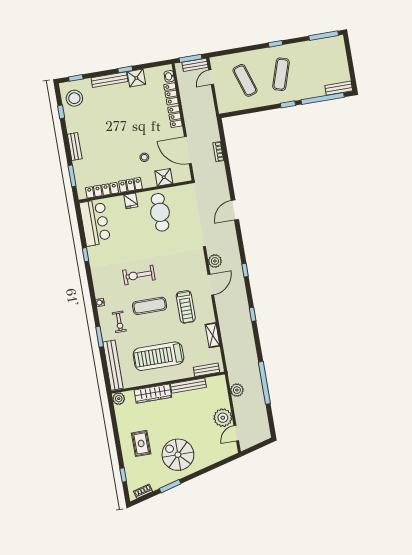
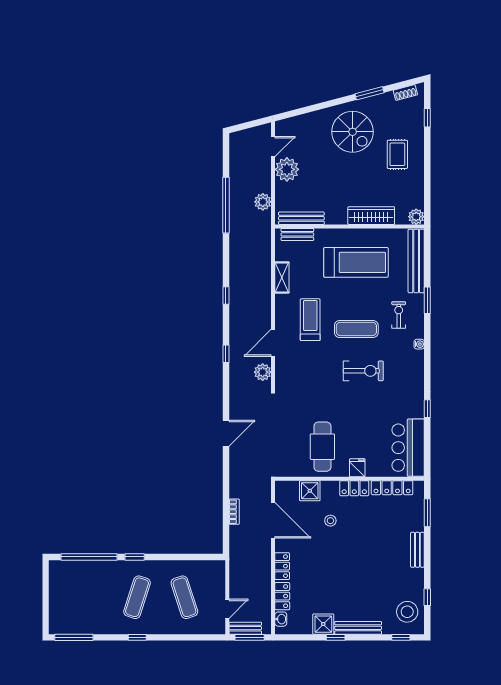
bench: (339, 88) -> (66, 567), removed
bench: (188, 386) -> (301, 218), moved

